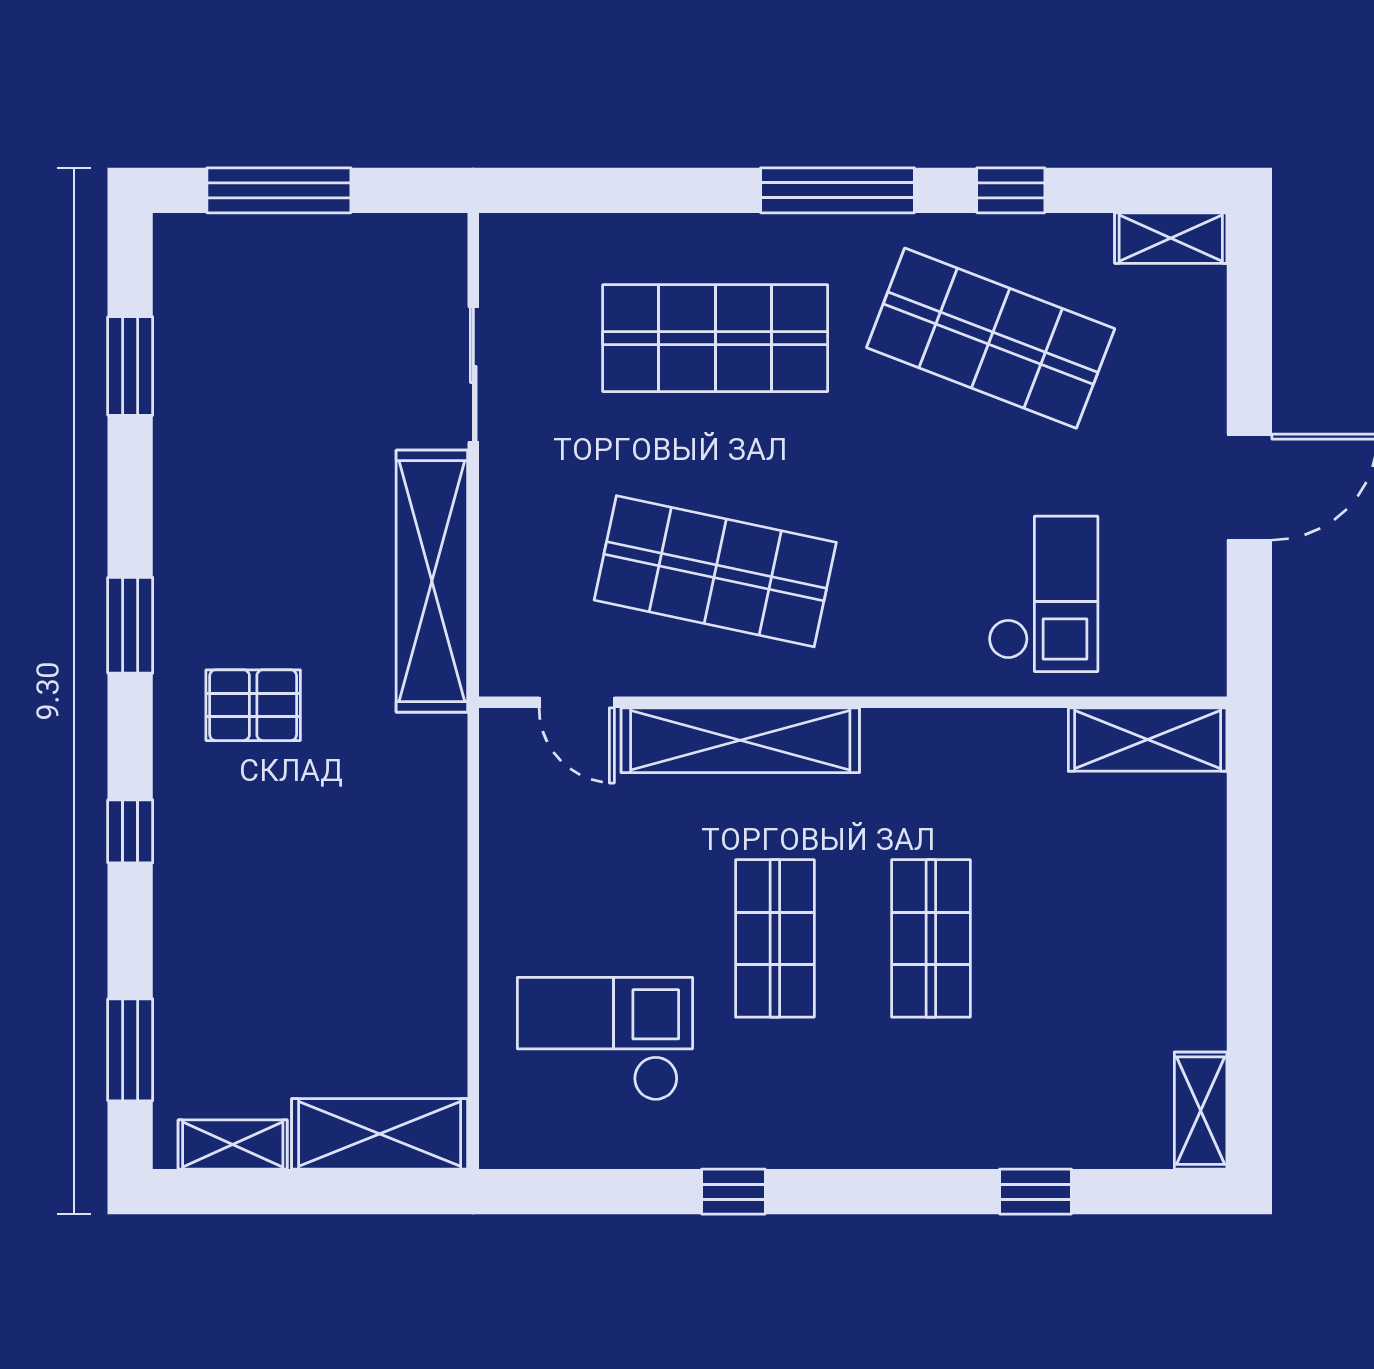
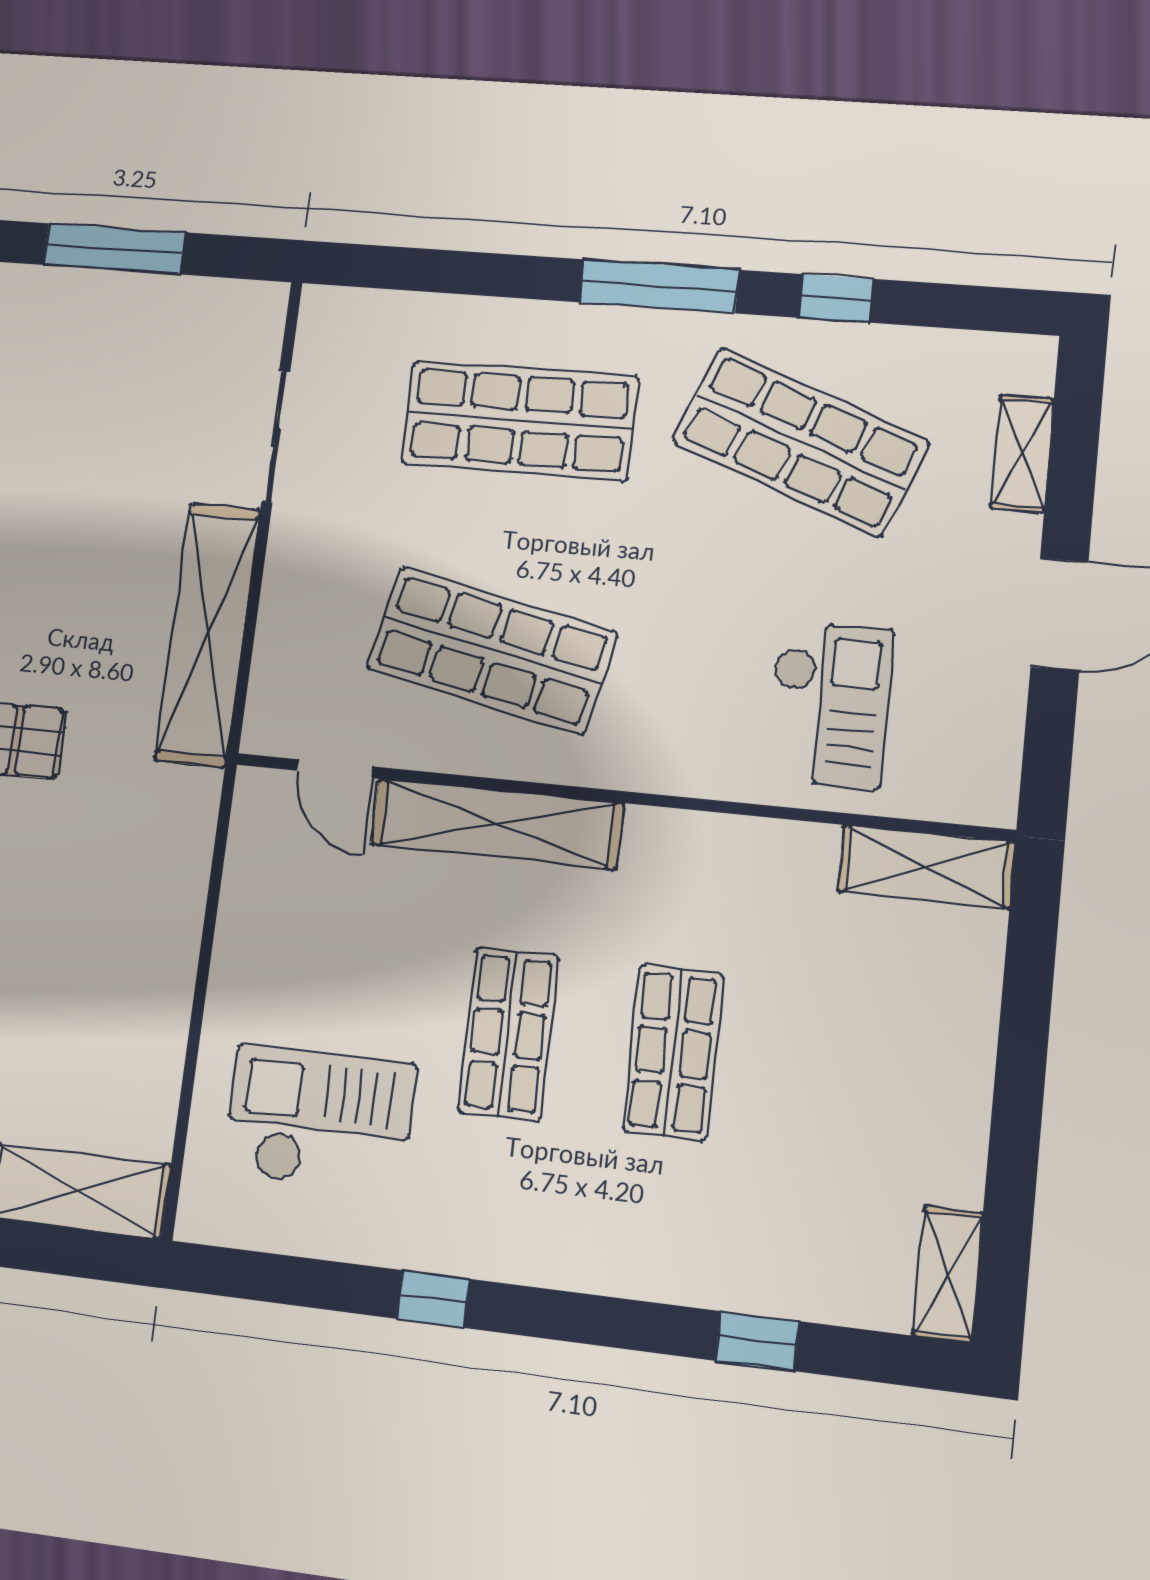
shelving: (1171, 238) -> (1022, 453), moved, turned 90

